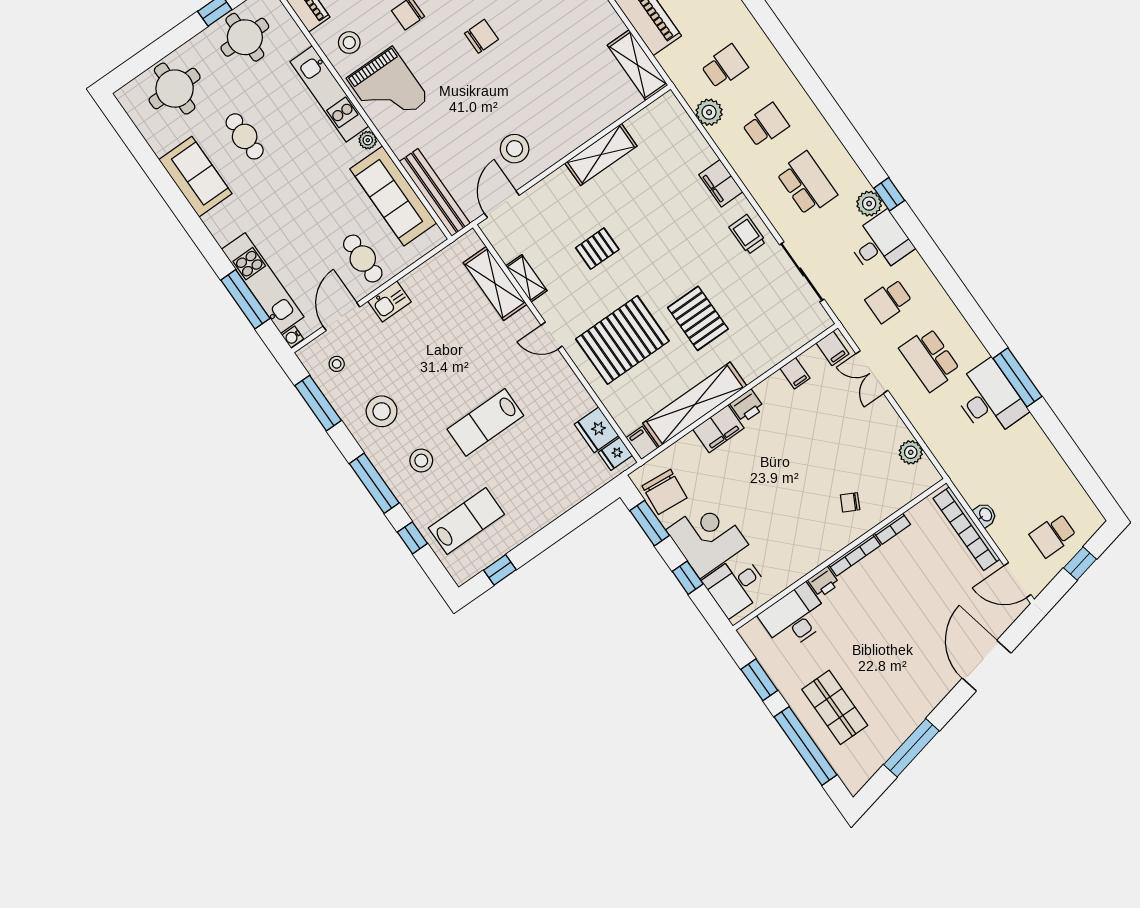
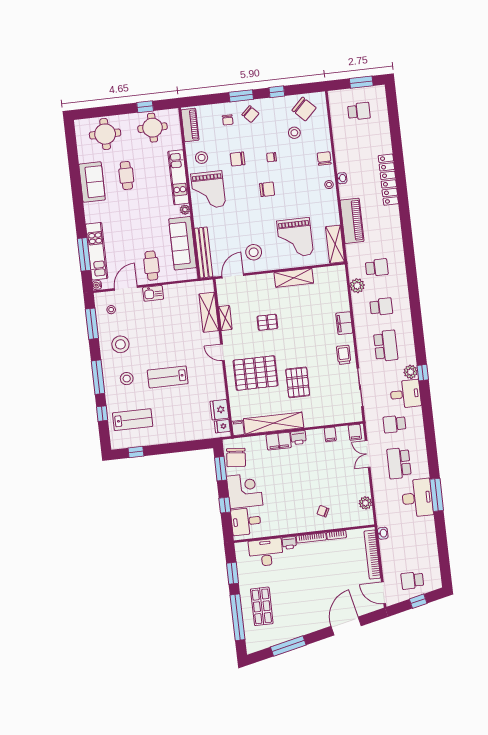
grand piano: (568, 89) -> (295, 238), added
washbasin: (985, 515) -> (383, 533), moved

